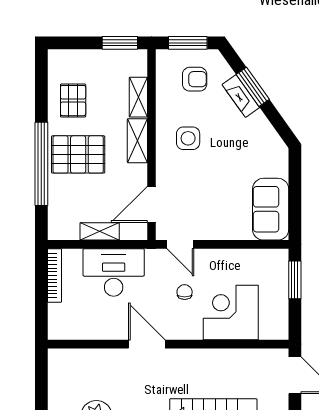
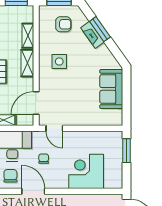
sofa: (271, 209) -> (111, 89), moved
chair: (185, 292) -> (44, 159), moved
chair: (111, 320) -> (10, 176), added

